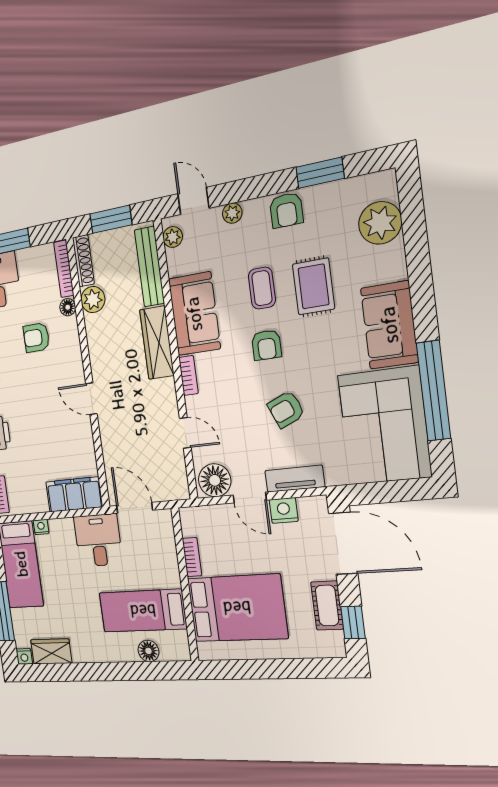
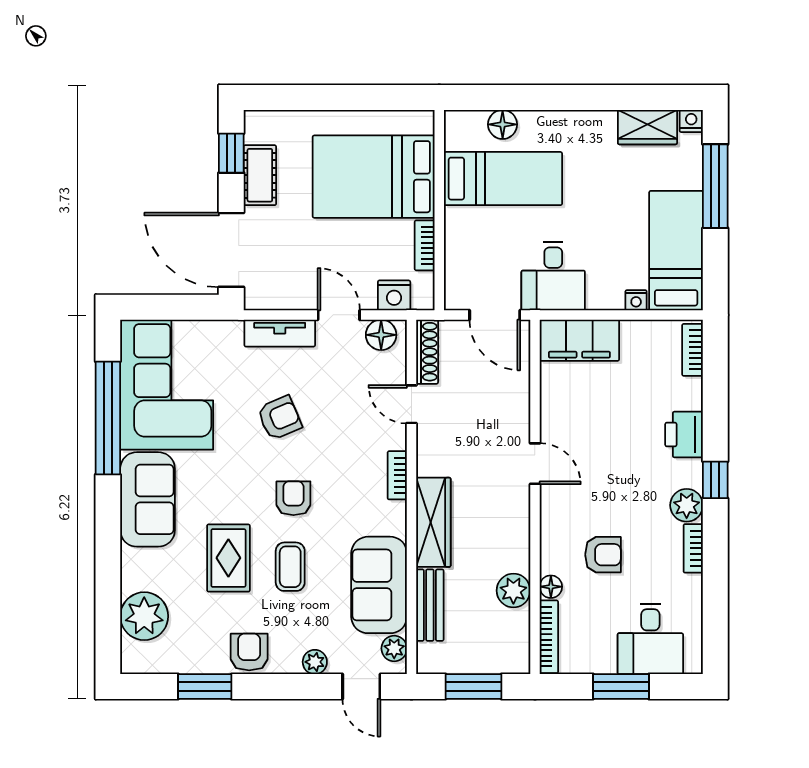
shoe rack: (83, 261) -> (427, 352), moved, turned 180
bench: (149, 267) -> (430, 605), width x0.73
sofa: (194, 314) -> (379, 585), moved
floor lamp: (215, 480) -> (381, 335), width x0.73, depth x0.73
nightstand: (284, 510) -> (394, 295), moved

